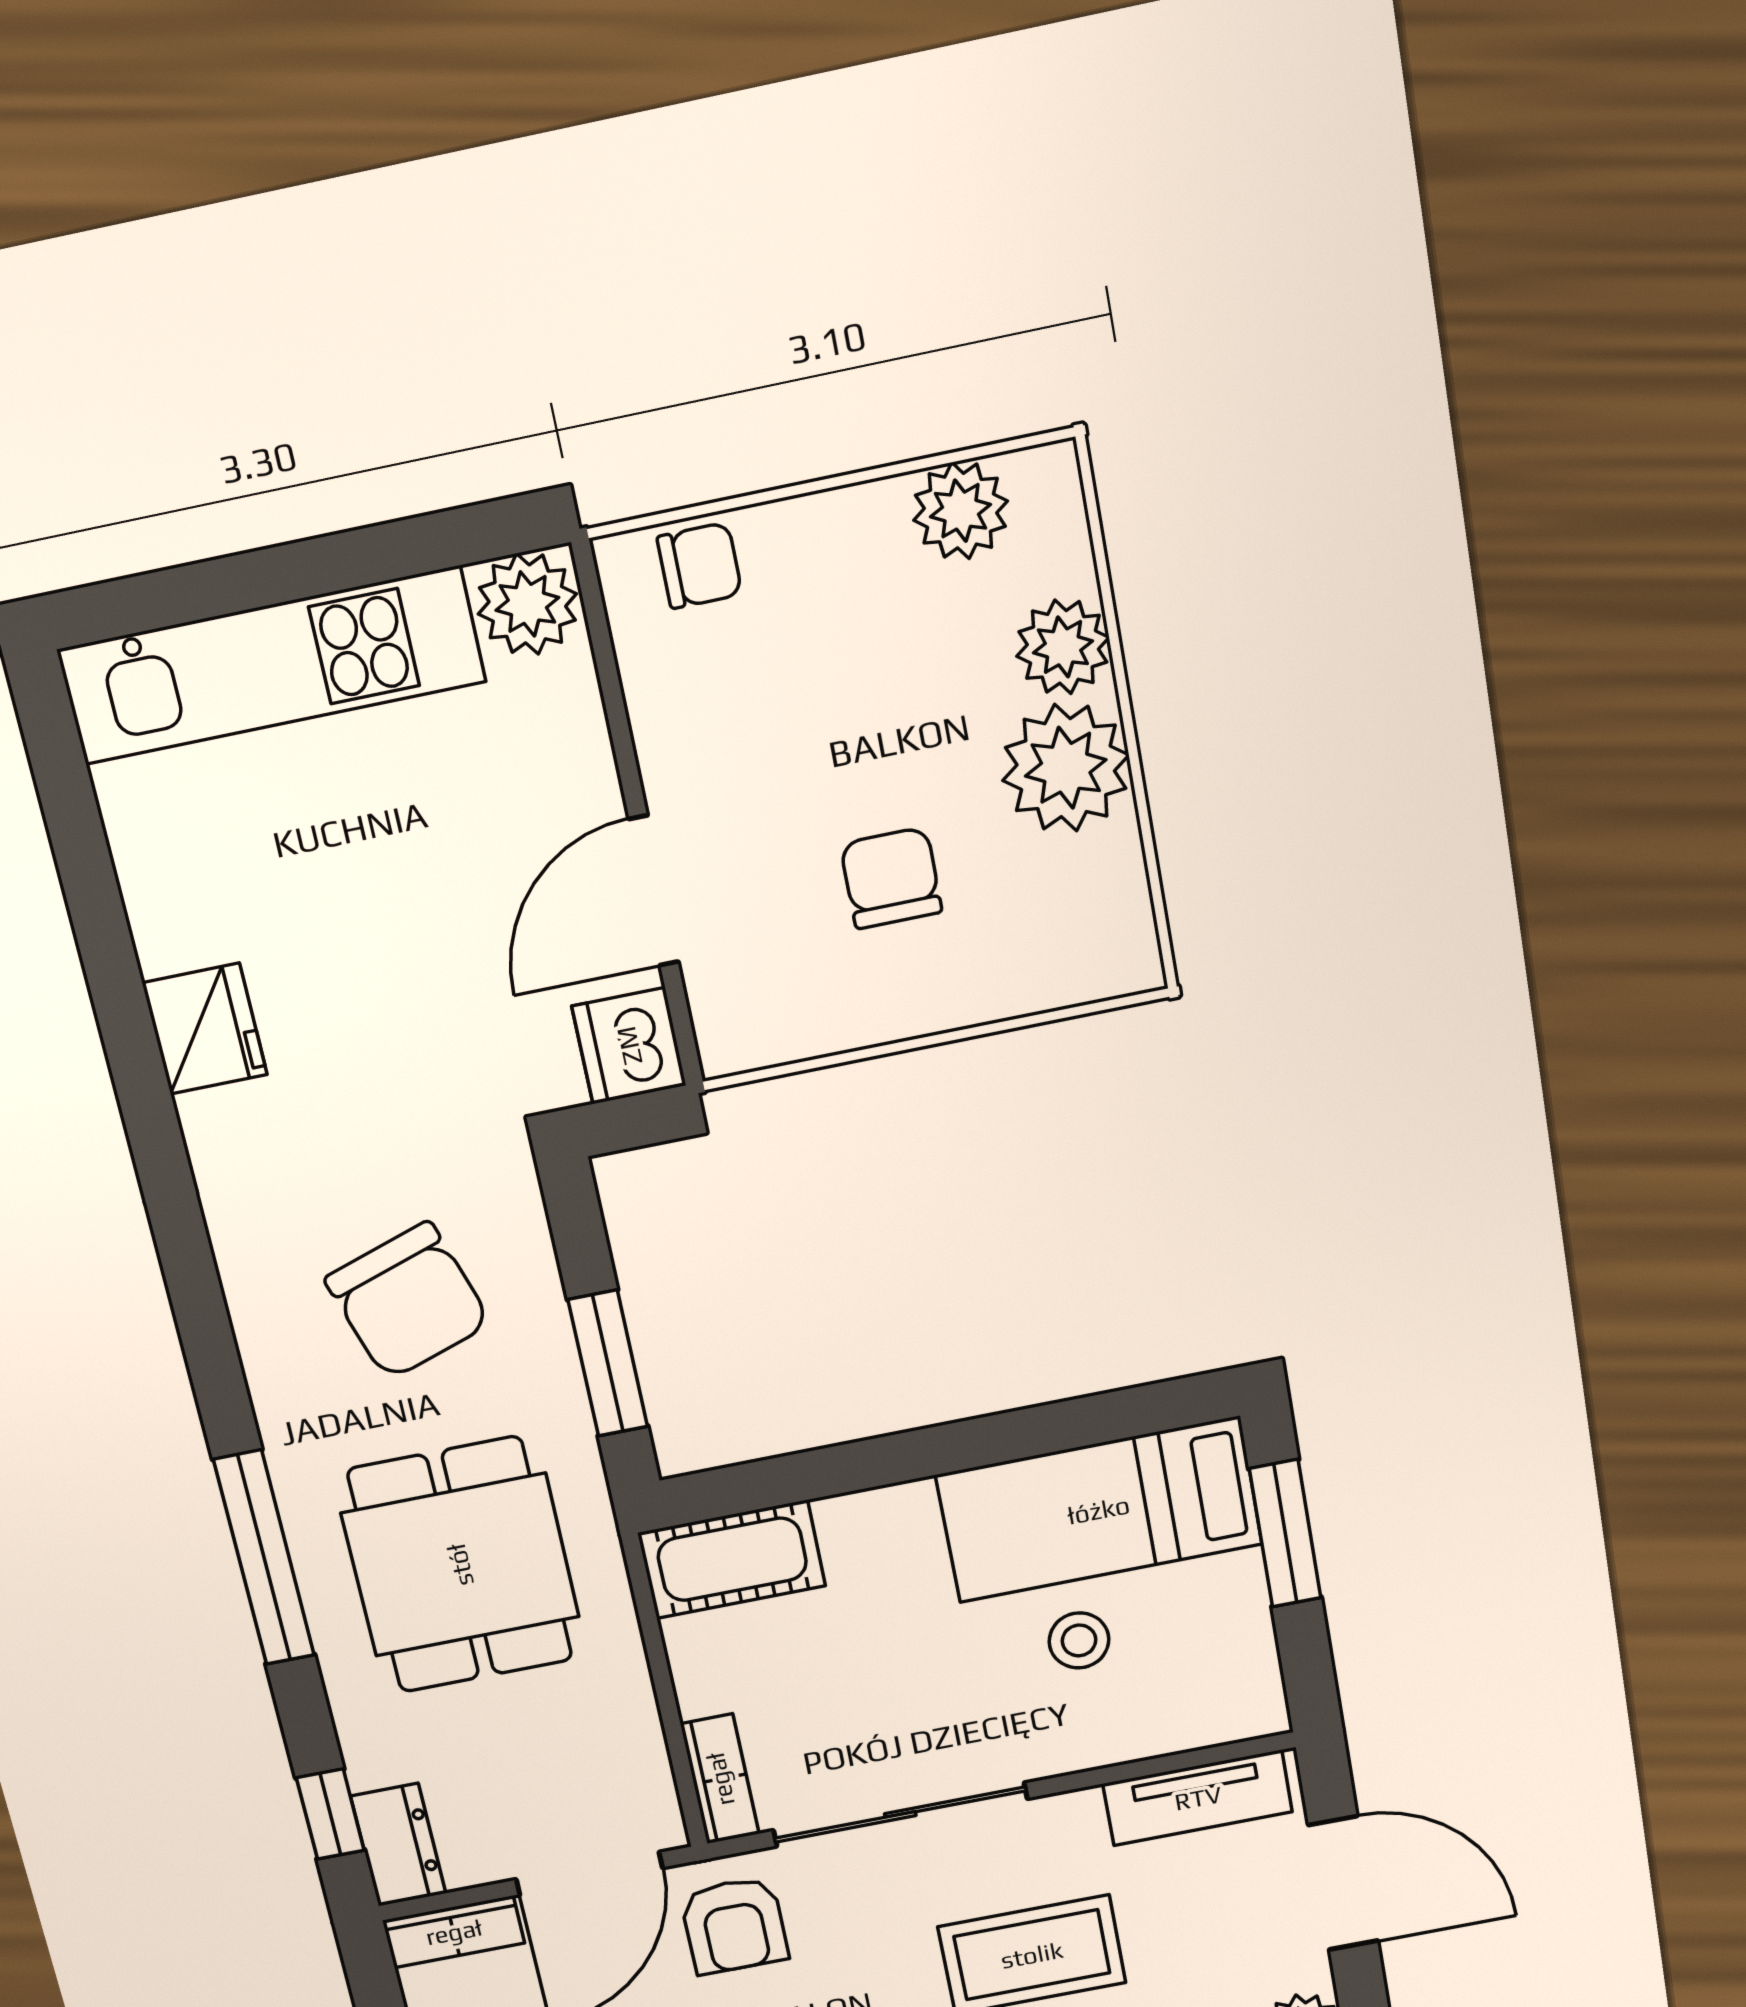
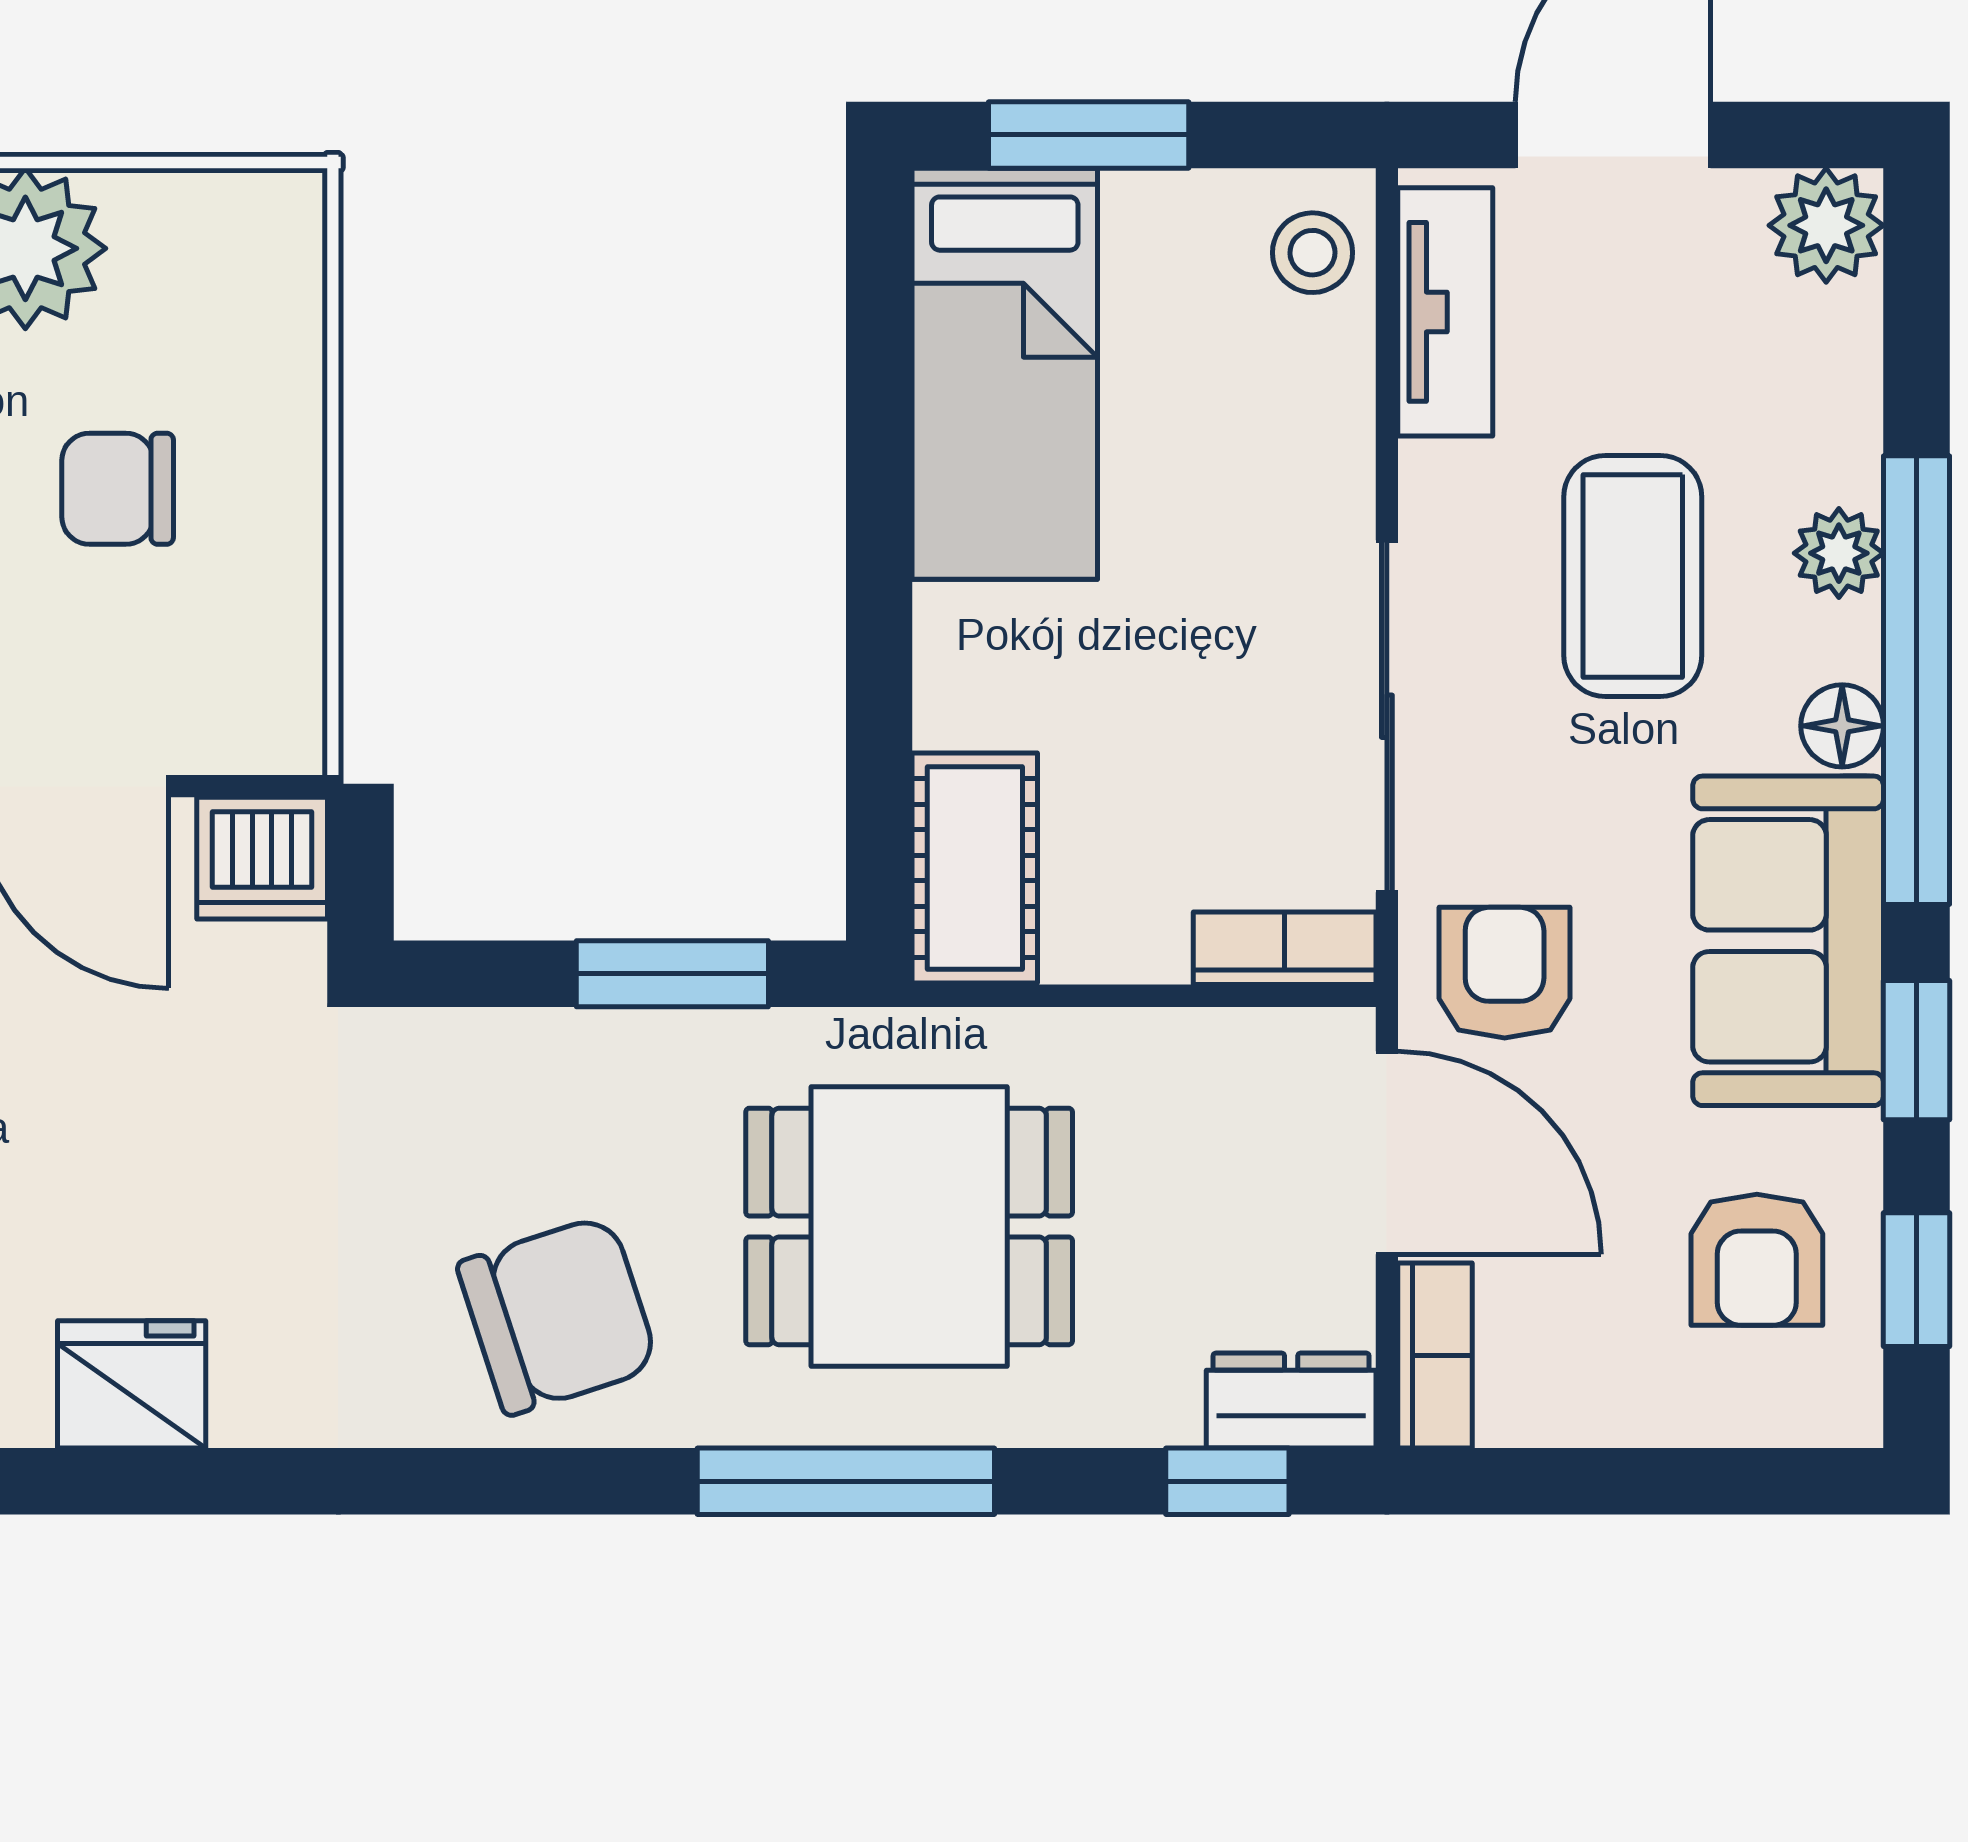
chair: (408, 1301) -> (558, 1315), moved
stool: (1079, 1640) -> (1313, 253), moved
armchair: (734, 1925) -> (1505, 973), turned -90

